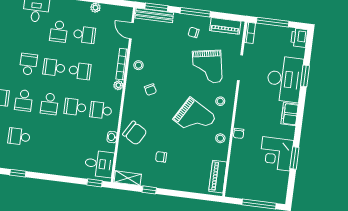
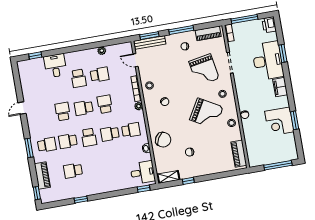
school desk: (80, 71) -> (105, 104), turned -90
school desk: (24, 100) -> (68, 141), turned 90
school desk: (101, 110) -> (131, 130), turned 180

